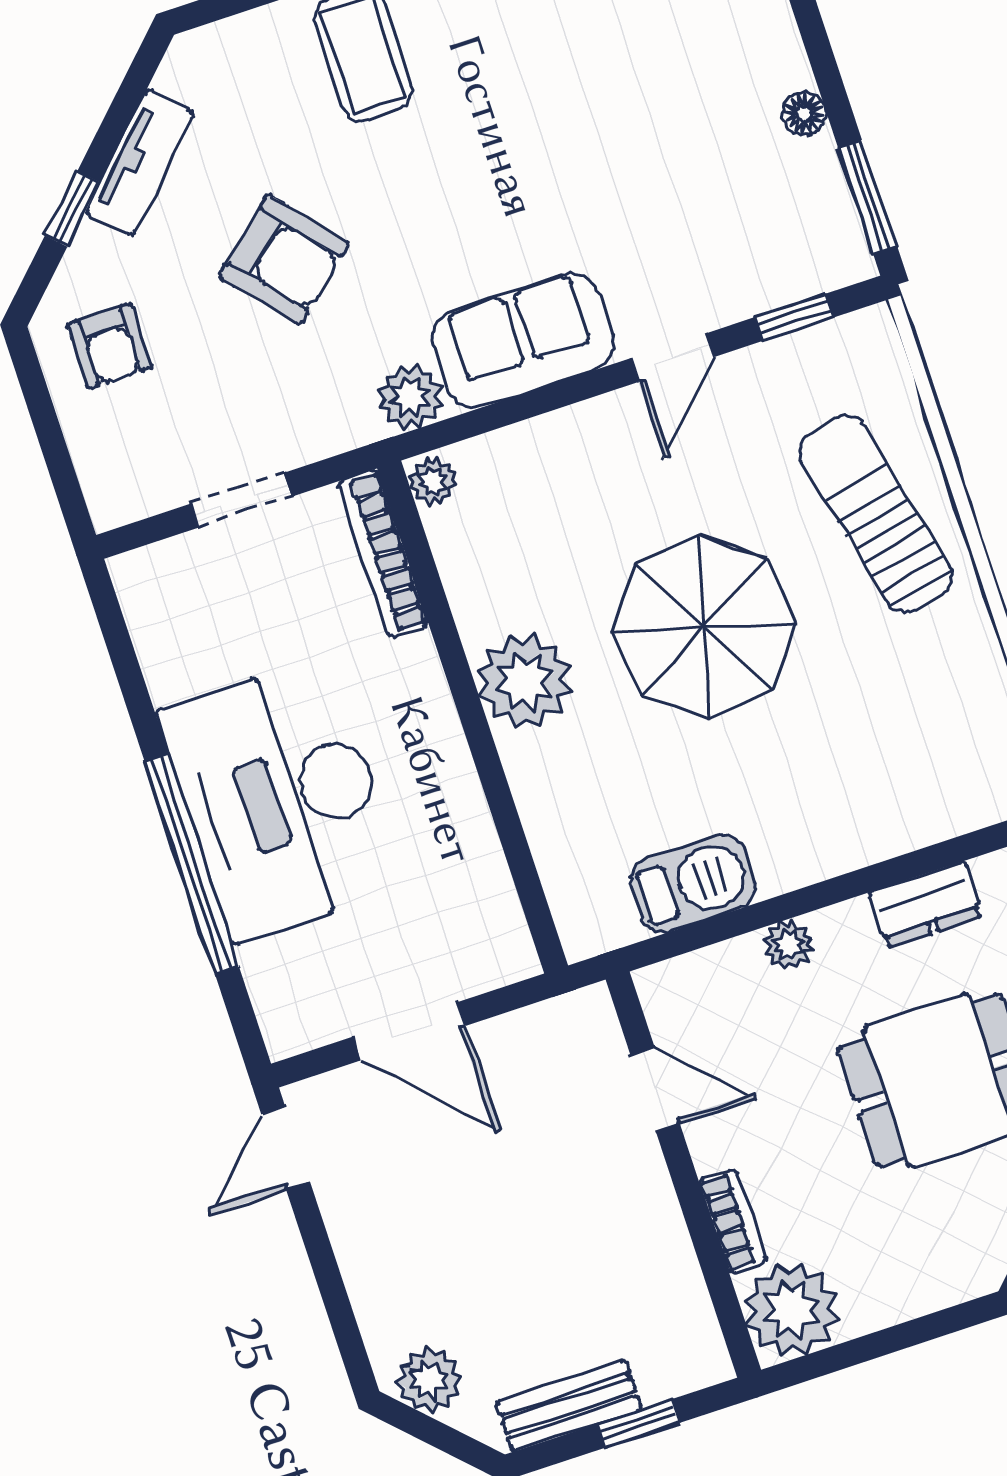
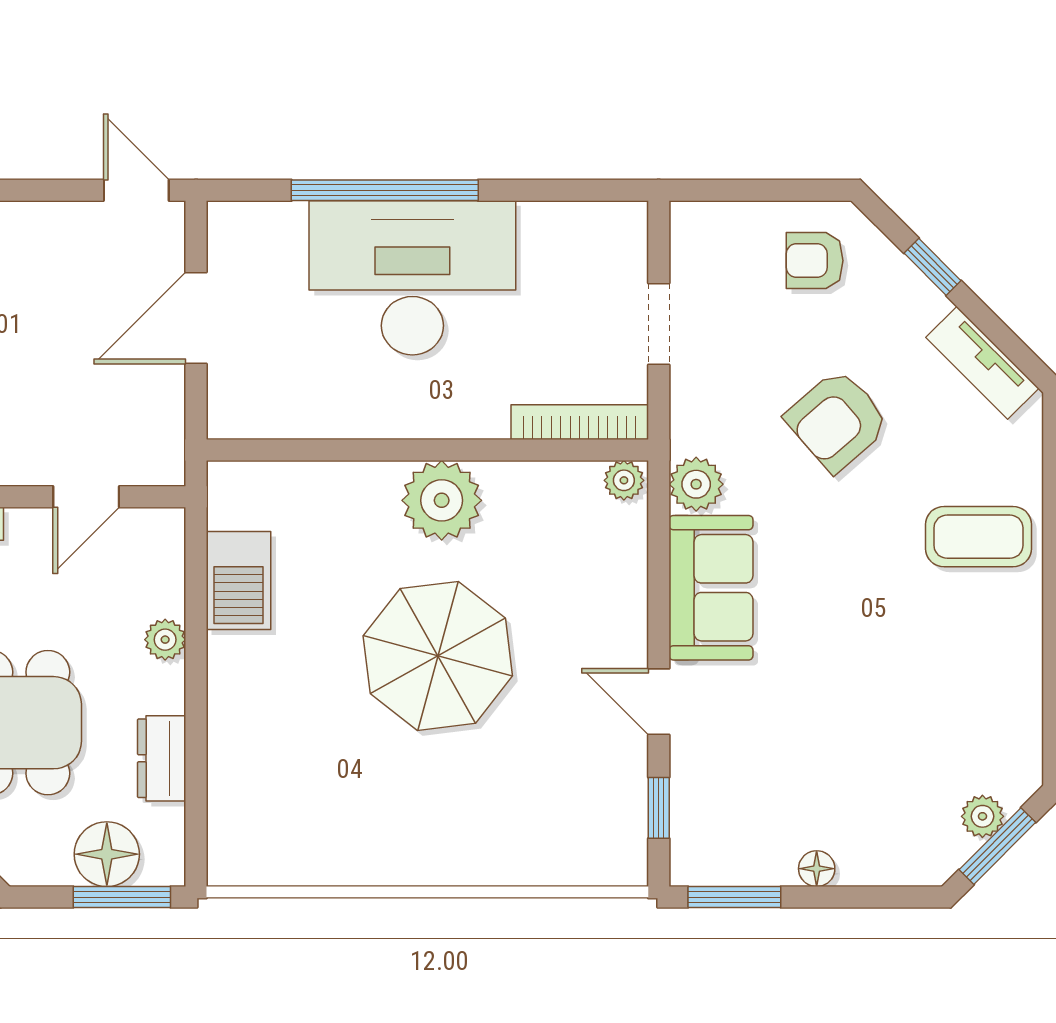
tv unit: (139, 163) -> (982, 363), moved
sun lounger: (876, 514) -> (483, 821), removed

